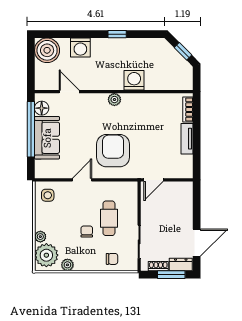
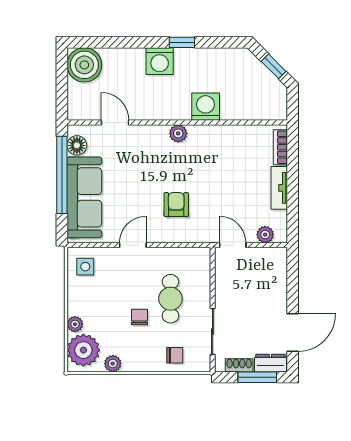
washing machine: (80, 48) -> (160, 61), moved
sofa: (47, 138) -> (84, 197), width x1.36
armchair: (113, 151) -> (176, 205), width x0.53, depth x0.53
plant: (177, 172) -> (265, 235), added
door: (154, 180) -> (233, 245), swing flipped

